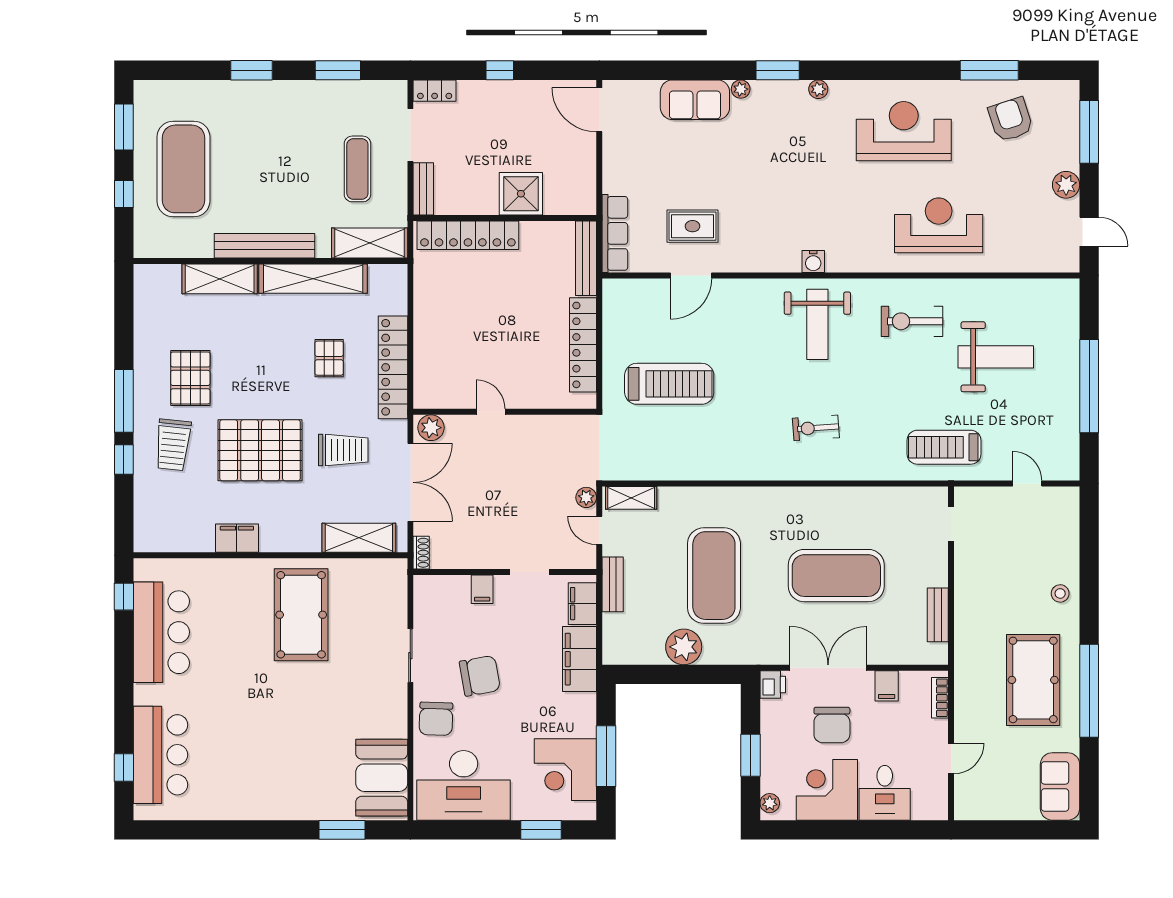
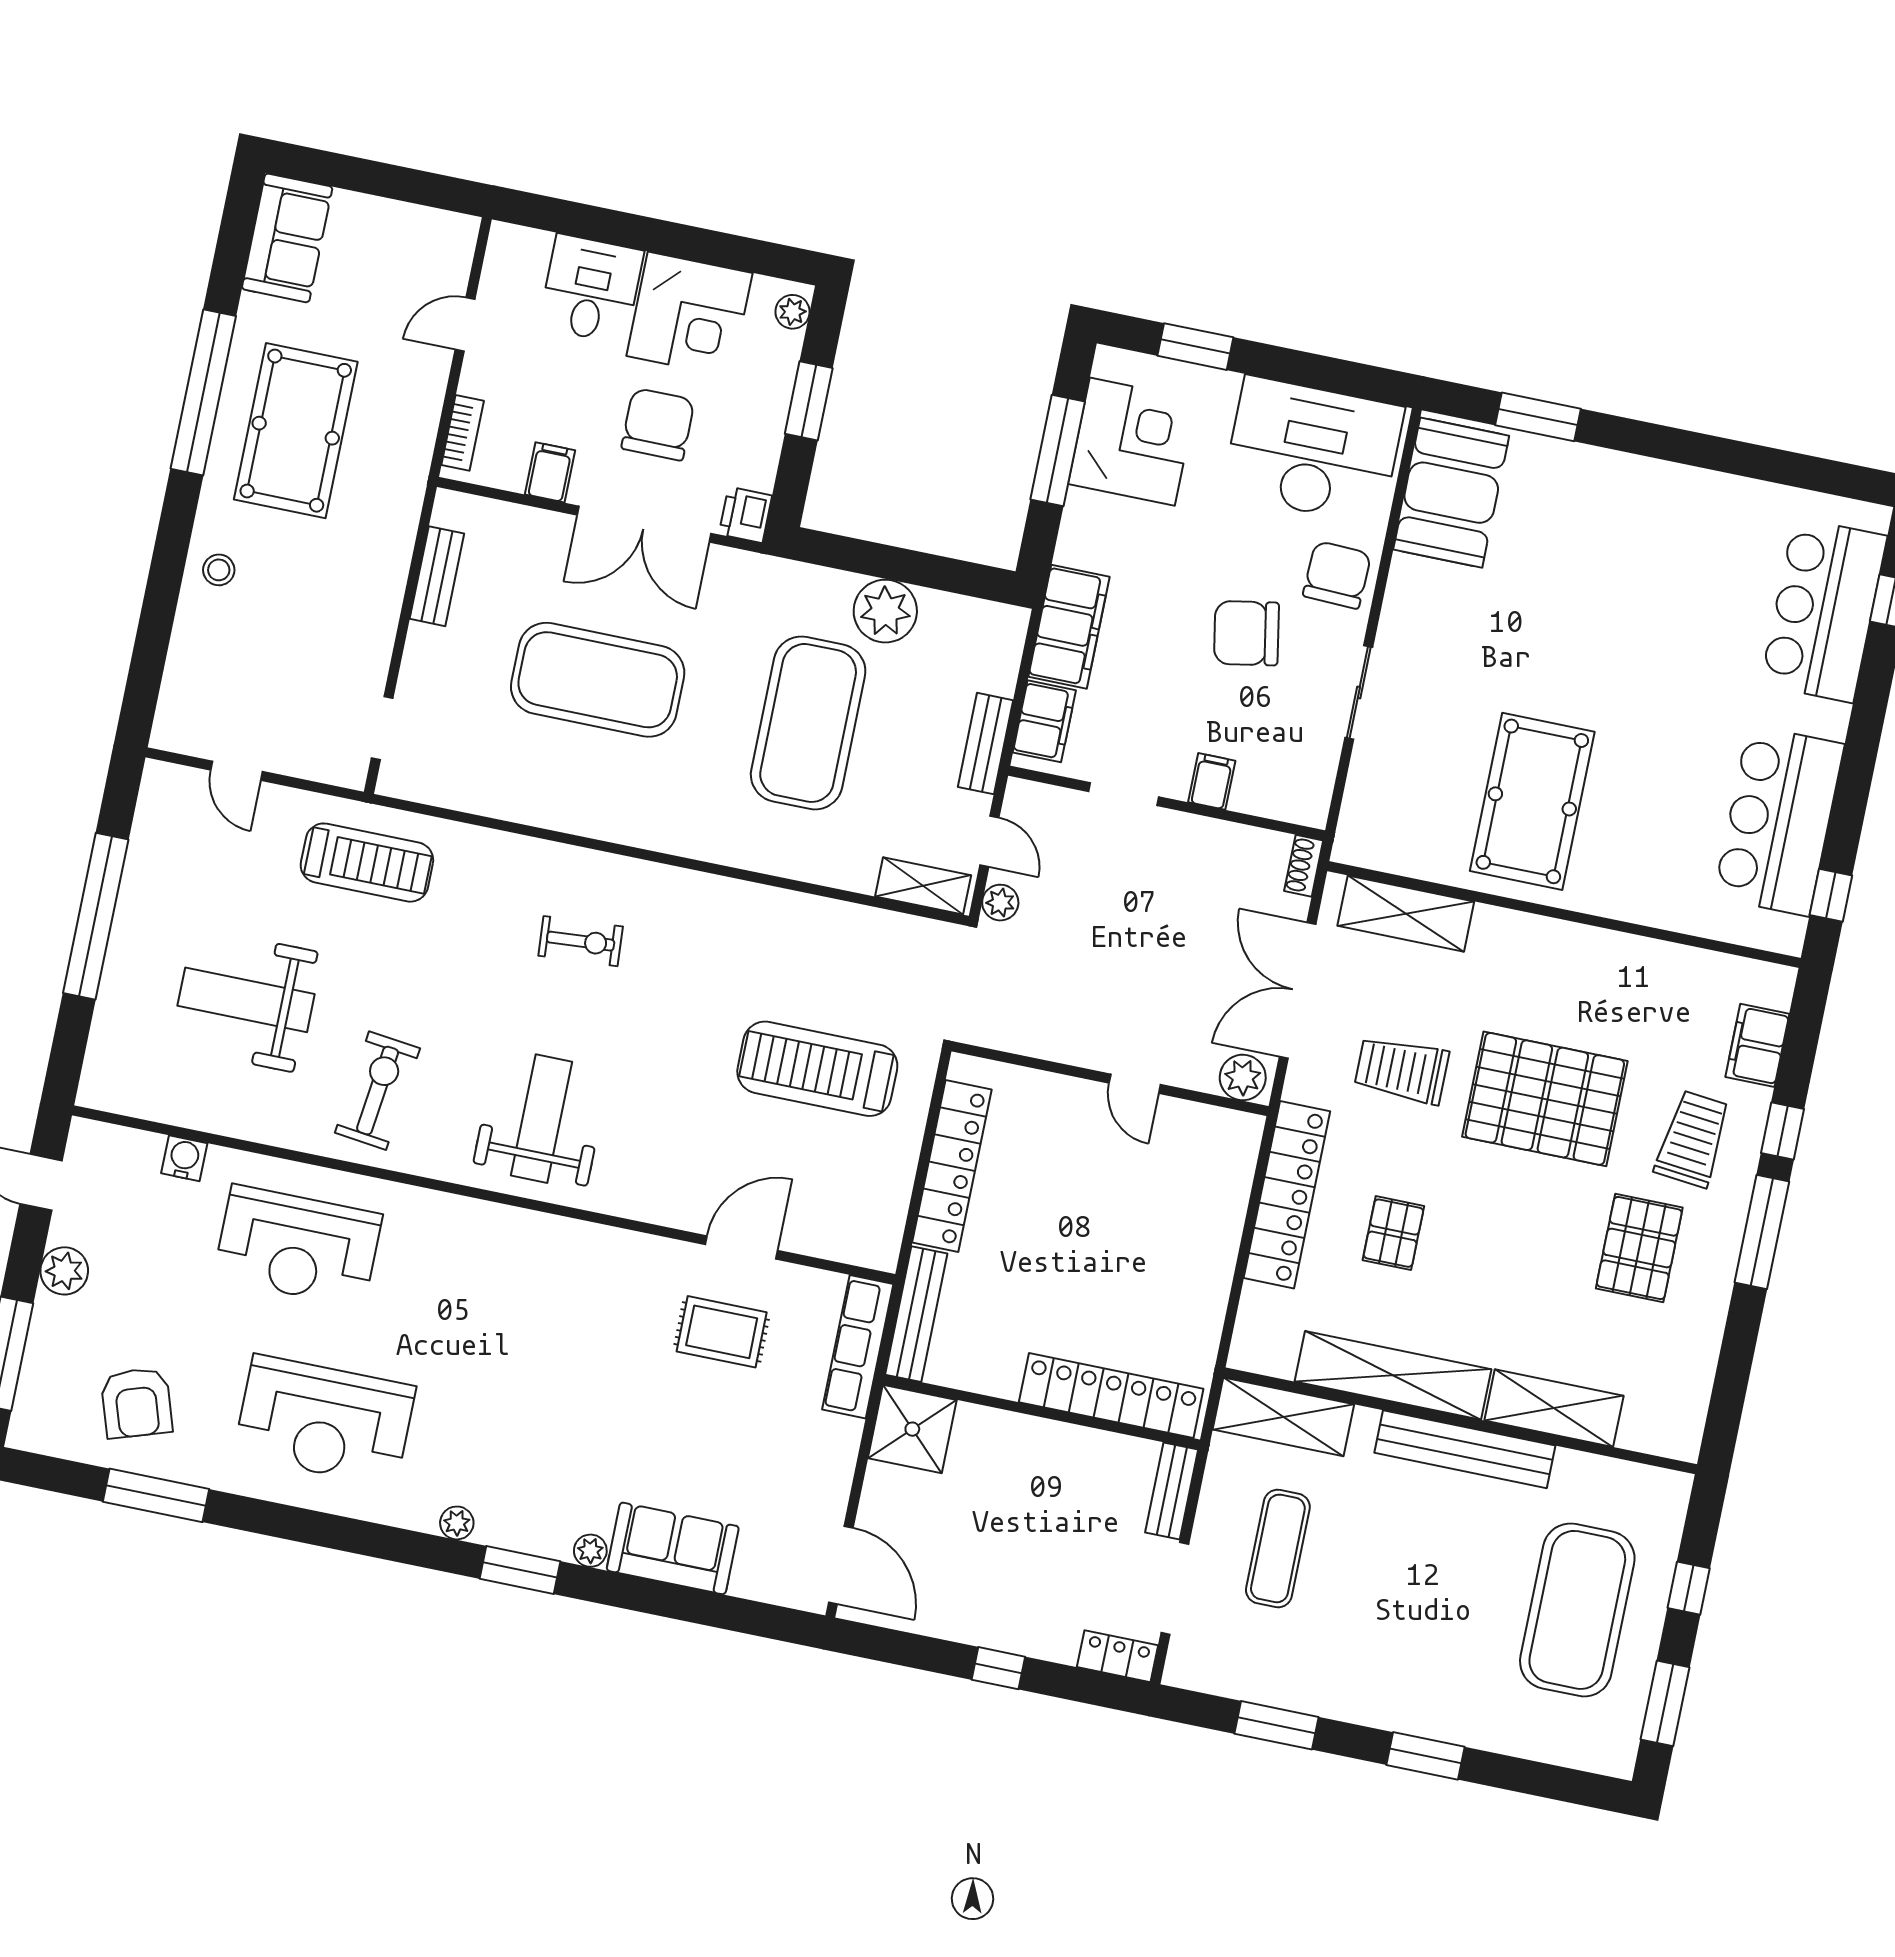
shower: (521, 194) -> (912, 1429), moved
water cooler: (813, 261) -> (184, 1158), moved
exercise bike: (912, 321) -> (378, 1091), turned -83
filing cabinet: (237, 538) -> (1757, 1045), moved, turned 90

